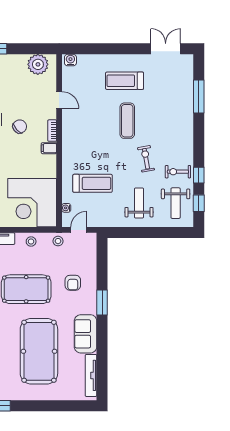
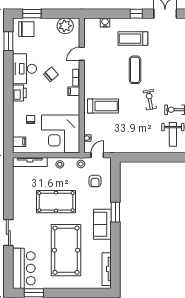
window: (129, 49) -> (136, 14), added
water cooler: (70, 60) -> (105, 22), moved
door: (59, 100) -> (82, 54), swing flipped
treadmill: (93, 183) -> (103, 106), moved
weight bench: (139, 203) -> (144, 134), removed
armchair: (73, 283) -> (95, 181), moved
sofa: (86, 334) -> (102, 224), moved

